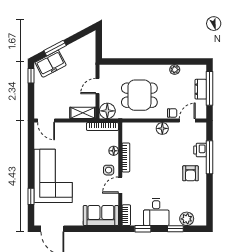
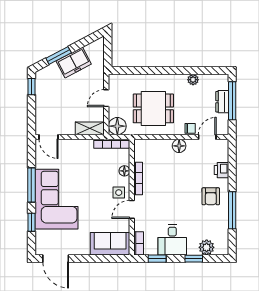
freezer: (51, 64) -> (74, 62), moved
window: (210, 157) -> (232, 210), moved
window: (31, 163) -> (31, 185), added

